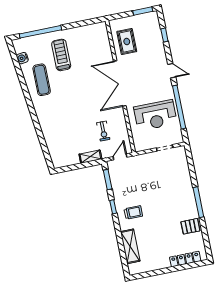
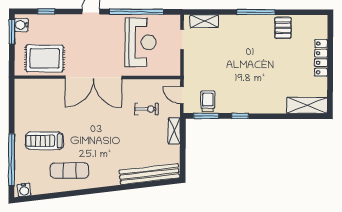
water cooler: (150, 17) -> (21, 25), added
rug: (127, 41) -> (45, 58), width x1.36, depth x1.43
water cooler: (22, 58) -> (24, 190), moved
bench: (52, 144) -> (149, 174), added
shelving: (183, 163) -> (204, 21), added
trolley: (133, 212) -> (208, 101), moved
shelving: (130, 246) -> (307, 105), moved
locker: (185, 259) -> (321, 58), moved

